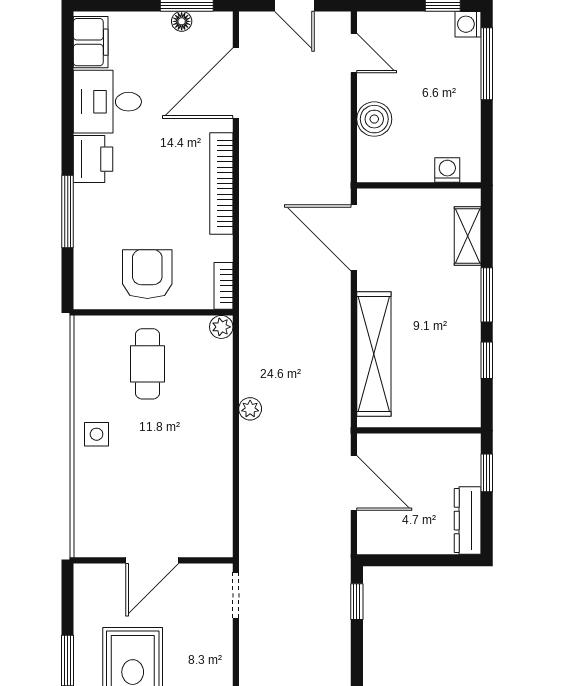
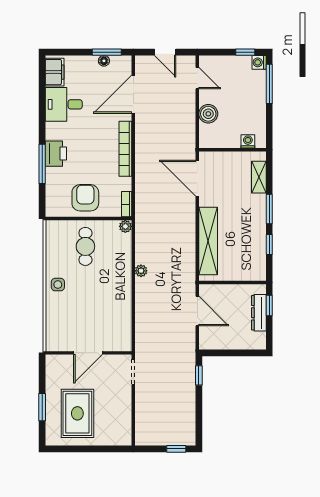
printer: (93, 159) -> (56, 154), moved
dresser: (468, 521) -> (259, 313), moved

